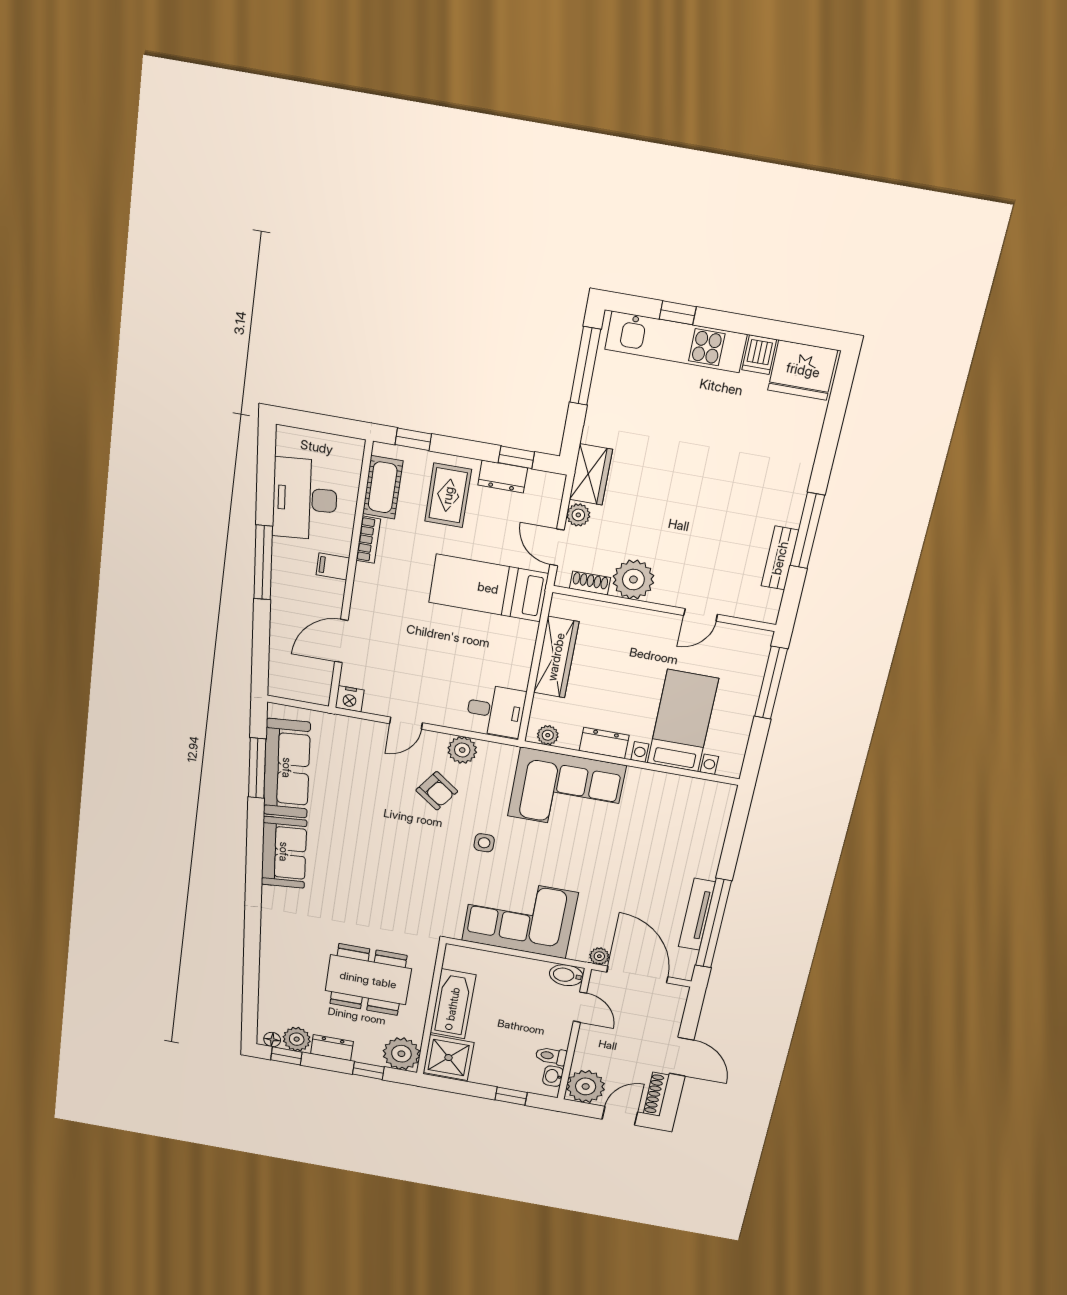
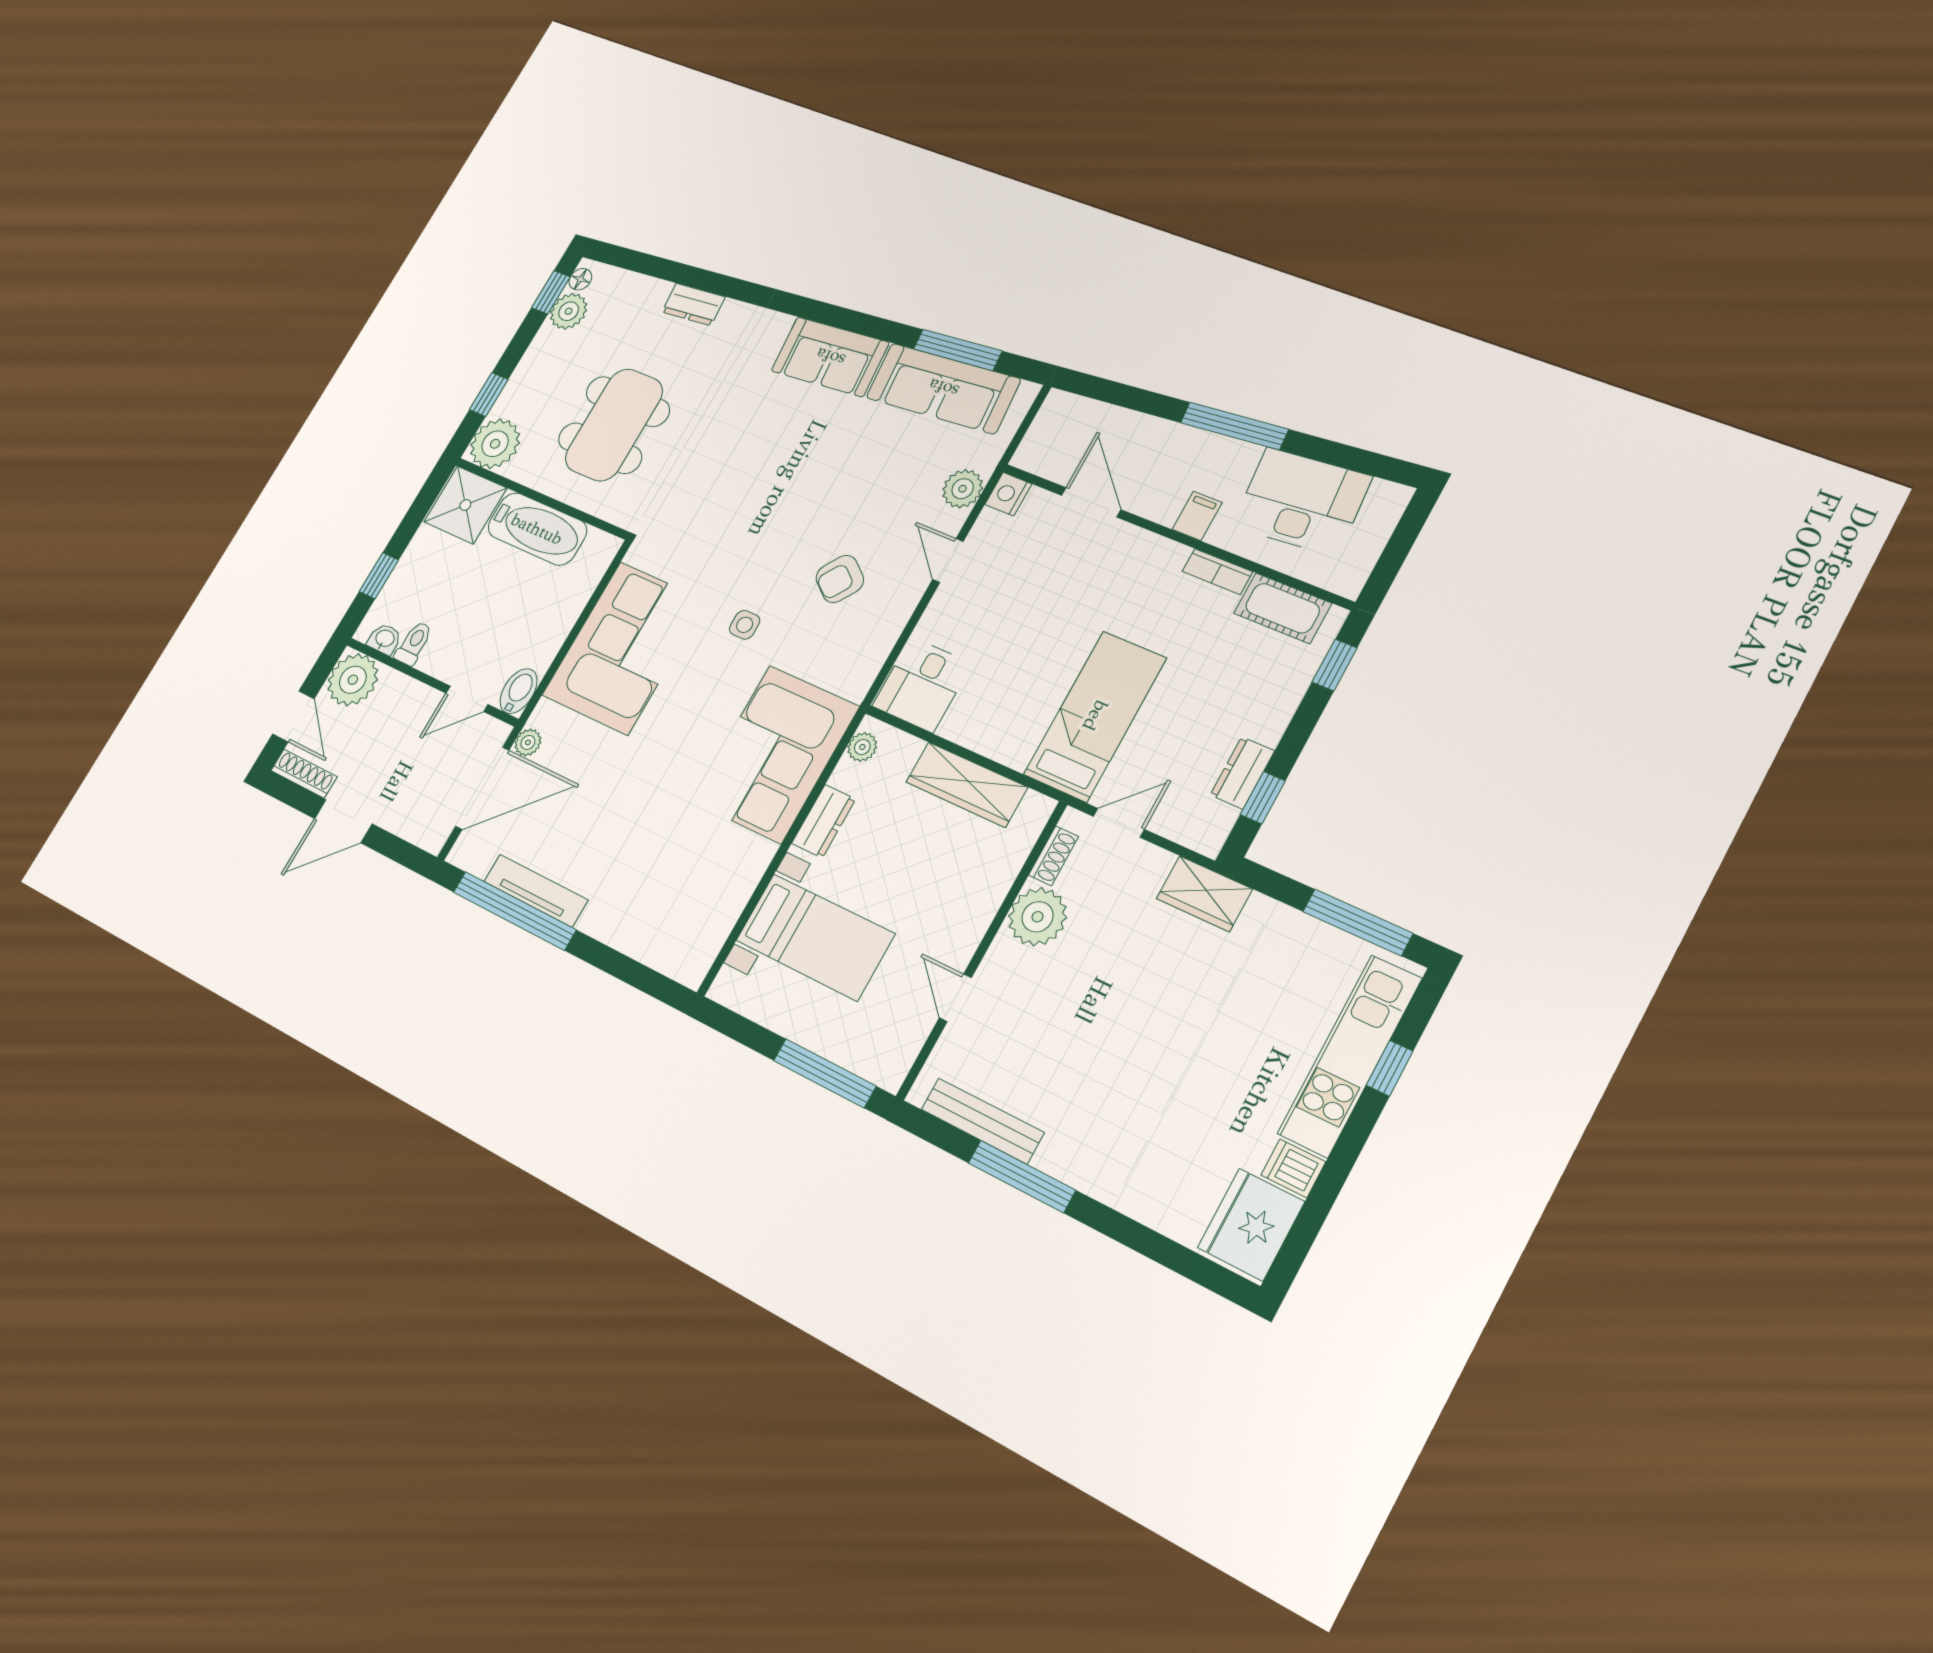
rug: (448, 495) -> (1242, 693), removed
plant: (578, 515) -> (1154, 863), removed
bench: (780, 558) -> (982, 1121), width x1.36
plant: (462, 750) -> (963, 489), moved
dresser: (332, 1048) -> (694, 304), moved, turned 85

